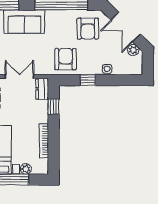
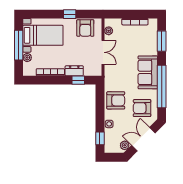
sofa: (24, 22) -> (148, 72), moved
armchair: (66, 59) -> (116, 100), moved
window: (88, 80) -> (100, 138), moved
dresser: (42, 89) -> (74, 71), moved

